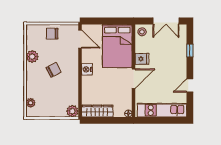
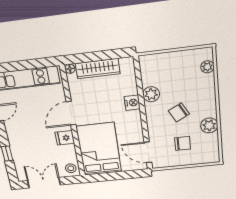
chair: (52, 34) -> (183, 143), moved
nightstand: (87, 69) -> (132, 103), moved
plant: (72, 111) -> (151, 94), moved
wardrobe: (97, 111) -> (98, 69), moved

